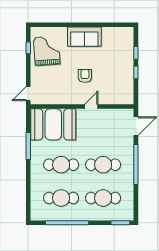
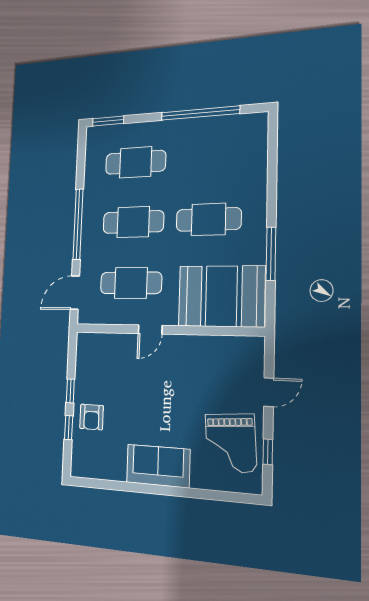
armchair: (85, 76) -> (92, 417), moved
door: (28, 94) -> (269, 392), moved
cafe table: (61, 198) -> (131, 283), moved

